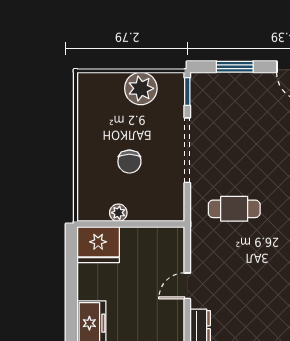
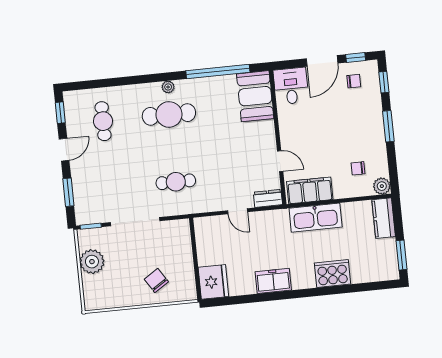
chair: (129, 162) -> (156, 280), moved, turned -123
cafe table: (234, 209) -> (176, 182), turned 90
plant: (118, 213) -> (188, 269), removed

